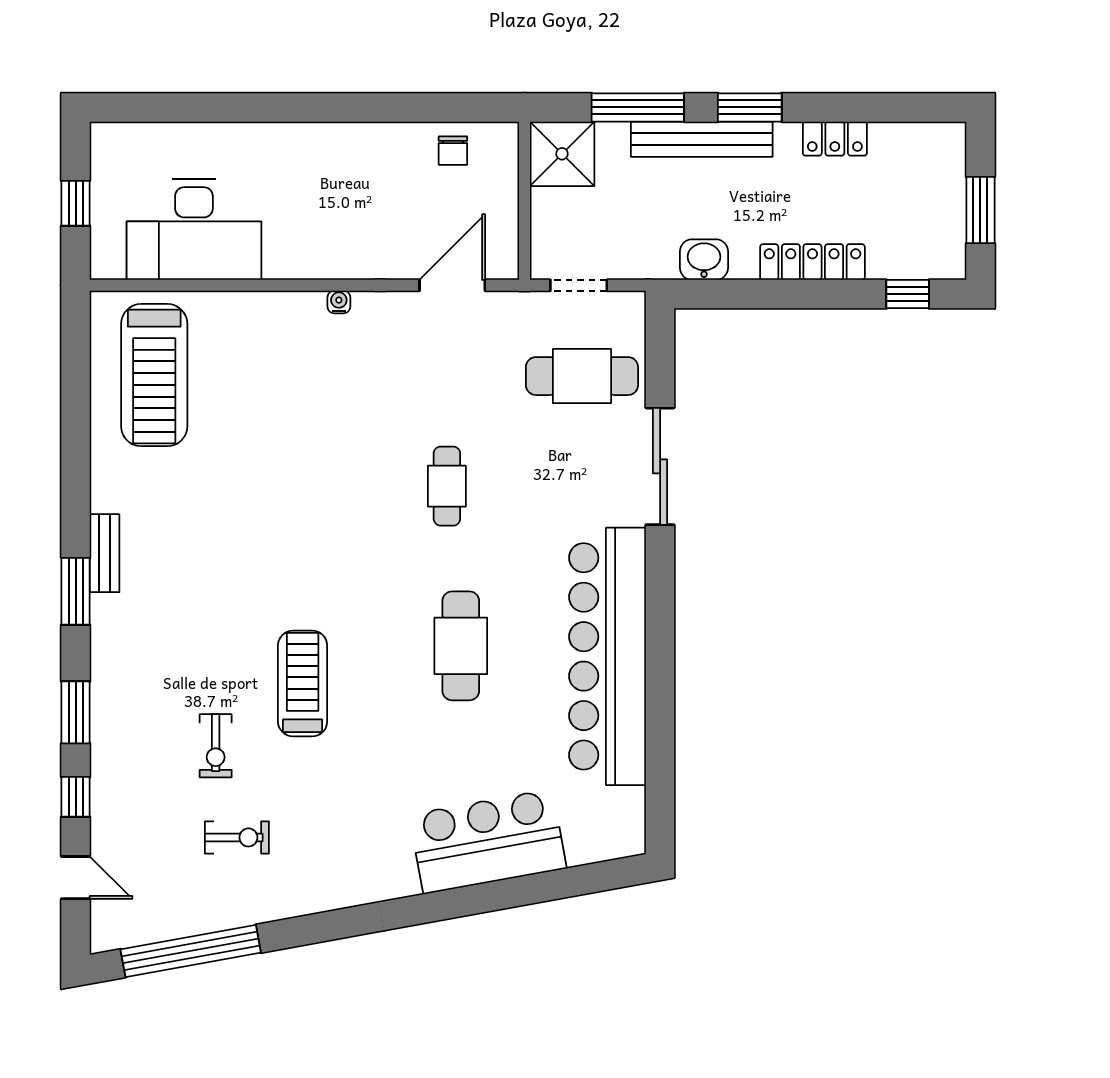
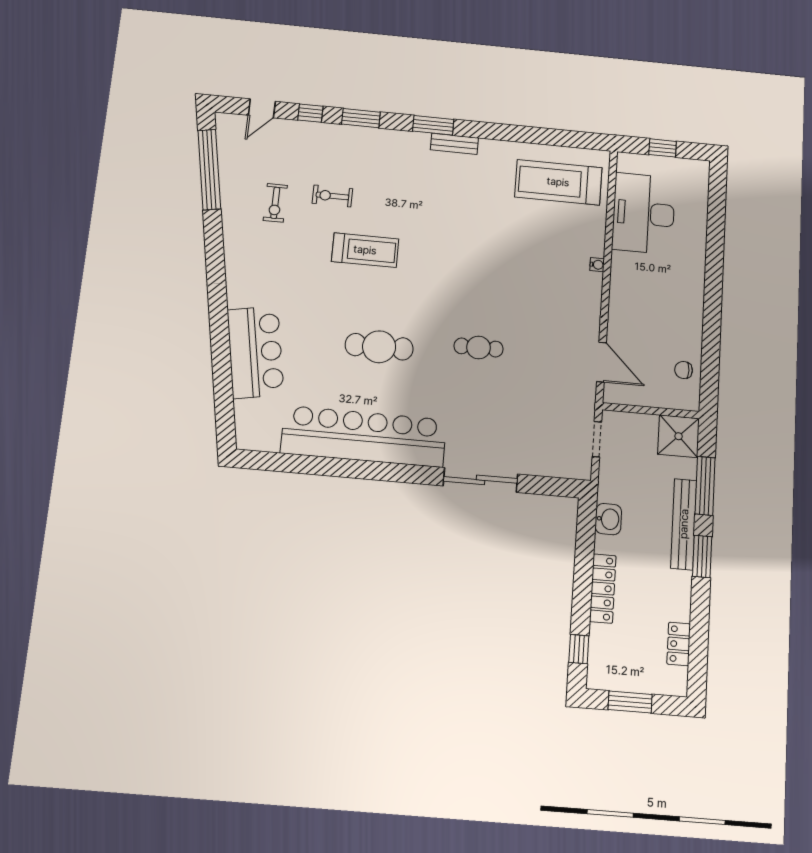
locker: (835, 139) -> (679, 644), moved
water cooler: (339, 302) -> (597, 265), moved
cafe table: (582, 376) -> (540, 436), removed

